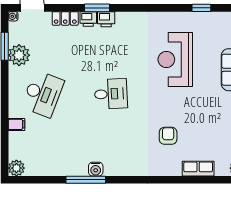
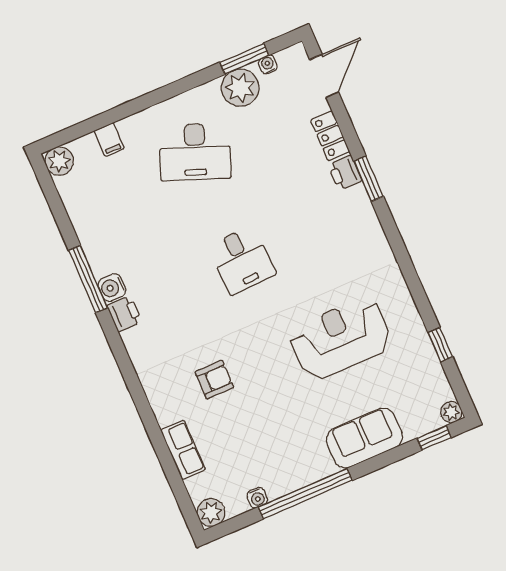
water cooler: (13, 16) -> (268, 64), moved
printer: (106, 19) -> (124, 314), moved, turned 180
filing cabinet: (17, 124) -> (109, 140), moved

